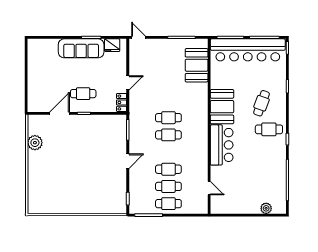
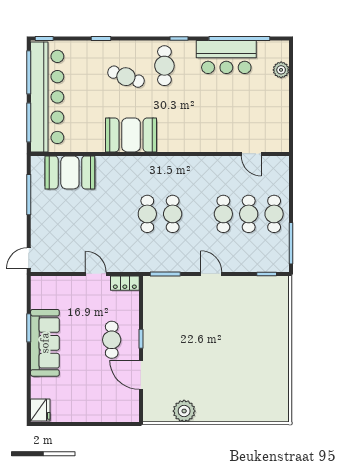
fridge: (112, 45) -> (40, 410), moved
bar counter: (222, 145) -> (226, 57), moved, turned 180
door: (209, 188) -> (251, 154), swing flipped

